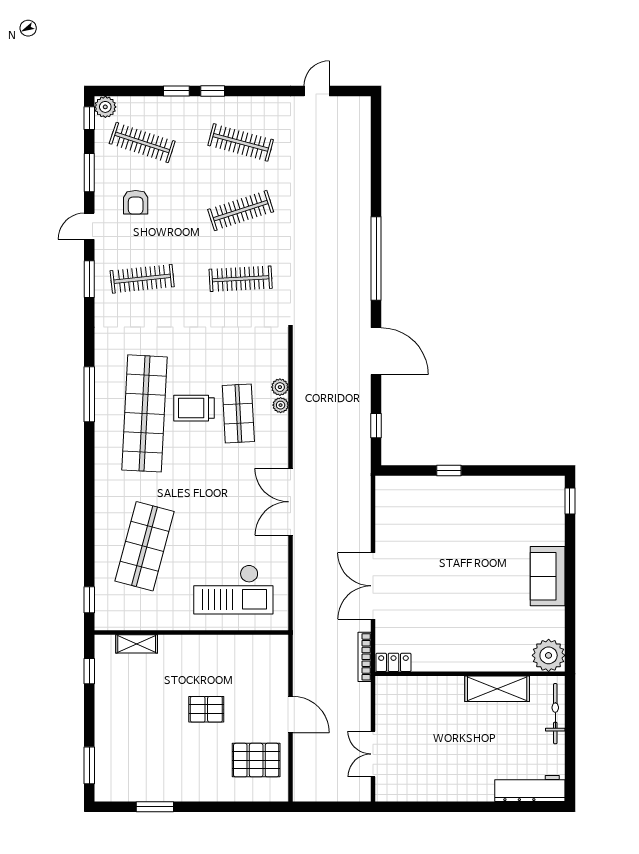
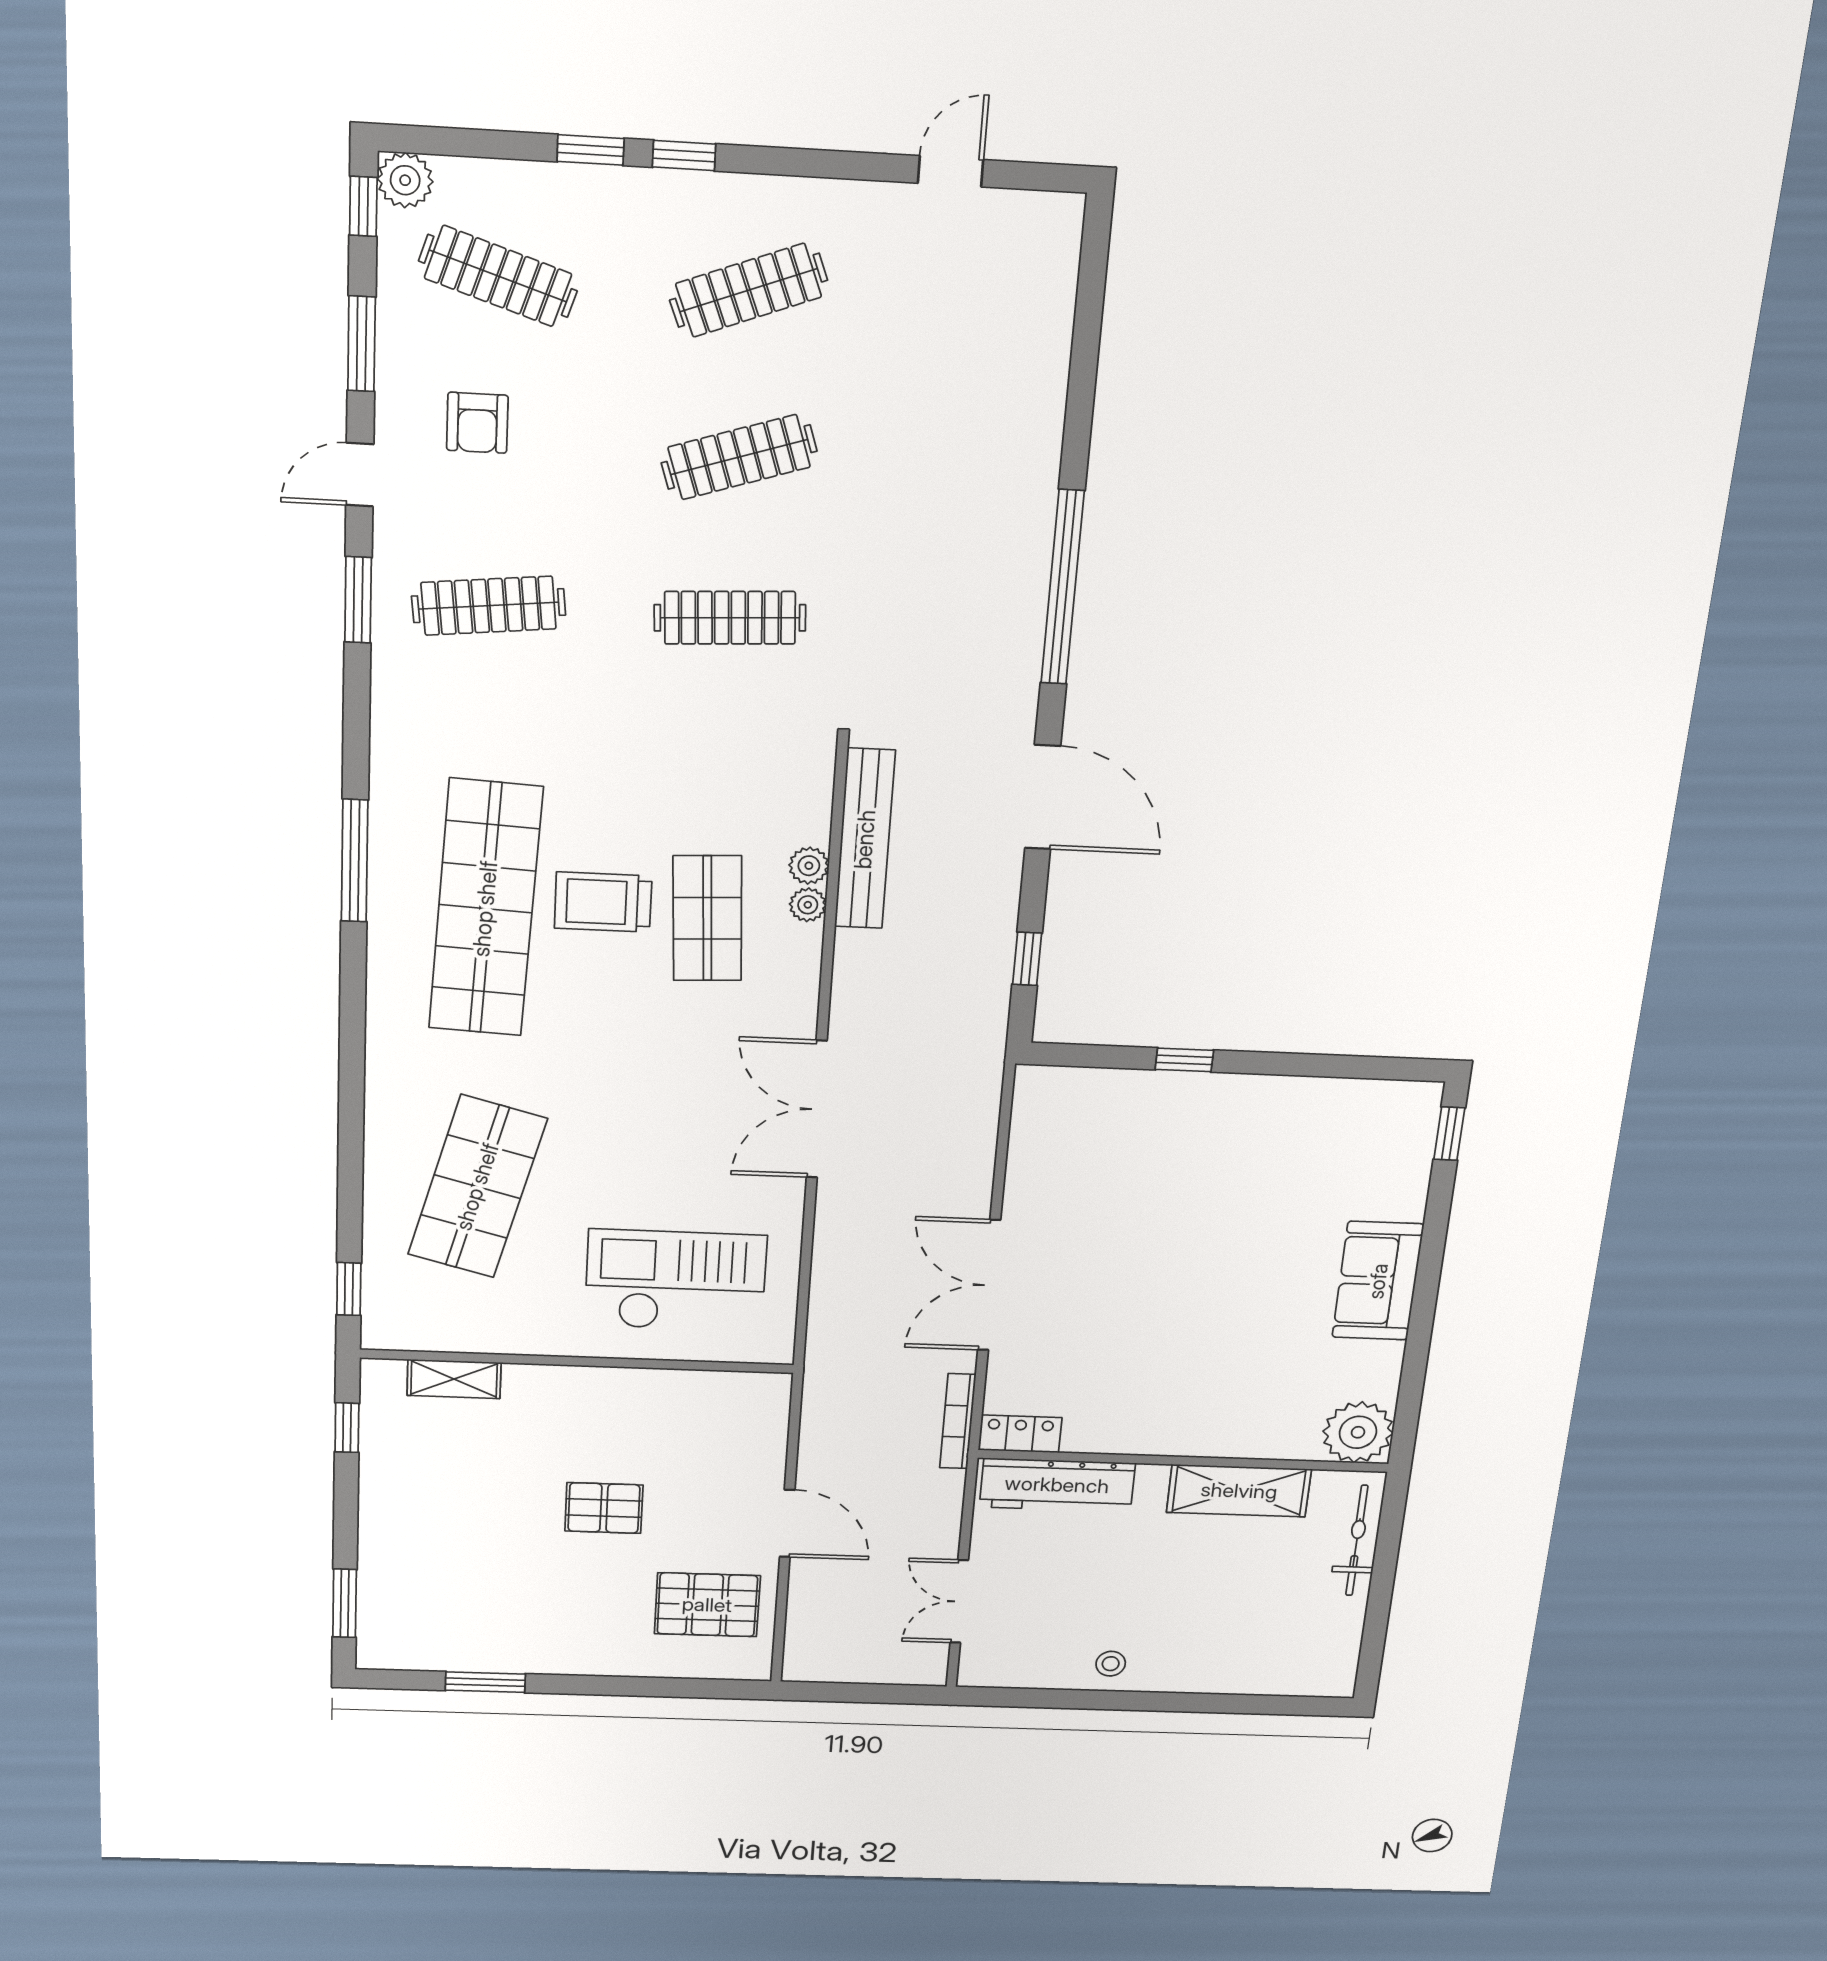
clothes rail: (241, 142) -> (749, 290), turned -36
bench: (303, 374) -> (865, 839), added
checkout: (233, 589) -> (676, 1281), turned 180
stool: (447, 786) -> (1111, 1664), added
workbench: (530, 789) -> (1057, 1485), moved, turned 180

